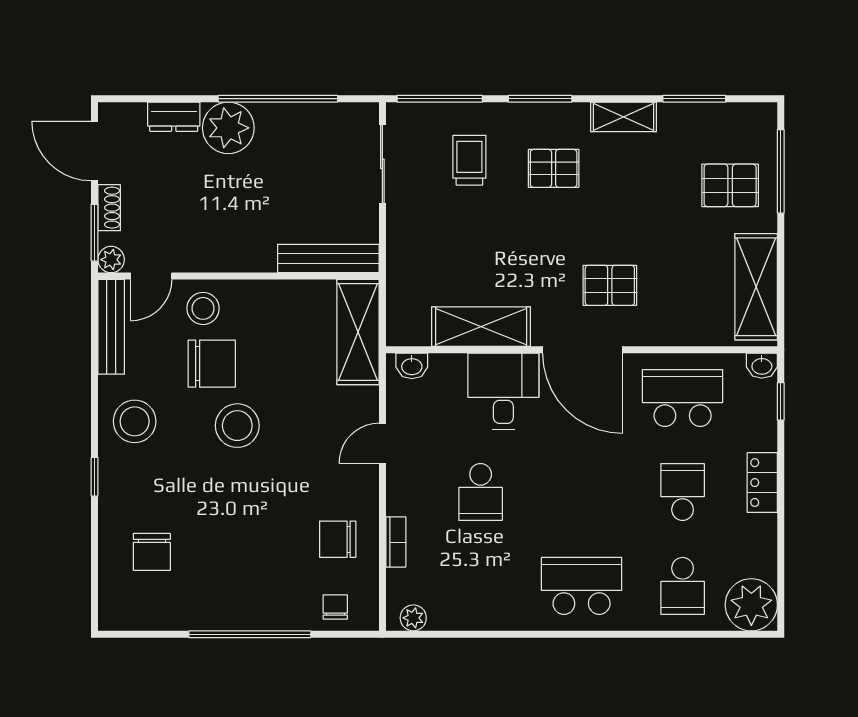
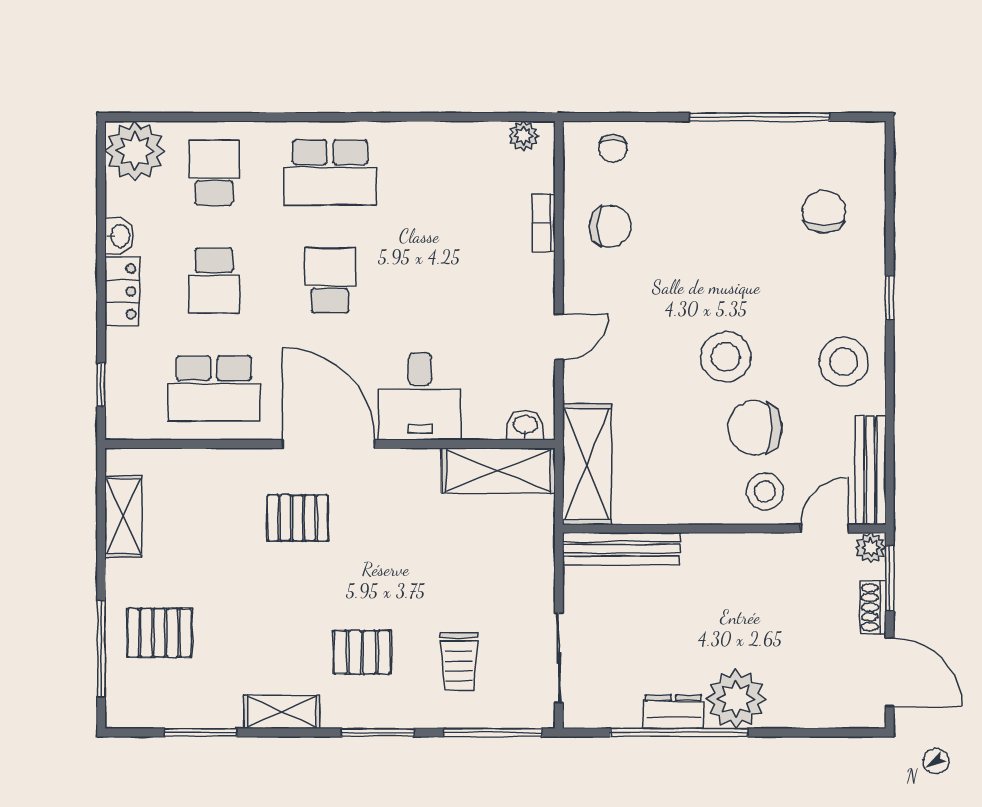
dresser: (174, 117) -> (673, 712), moved
shelving: (756, 287) -> (123, 516), width x0.67, depth x0.75
shelving: (481, 327) -> (498, 471), moved
washbasin: (762, 366) -> (119, 236), moved, turned 90
school desk: (481, 492) -> (330, 281), moved
window: (250, 634) -> (759, 117), moved

